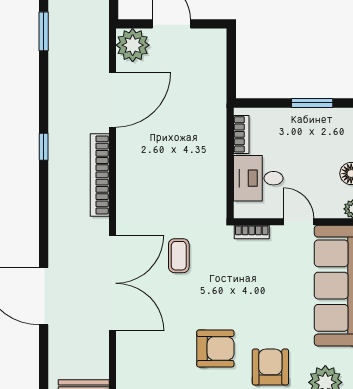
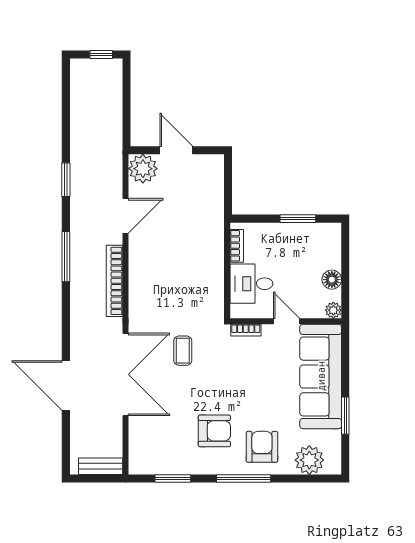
window: (44, 31) -> (66, 180), moved
door: (113, 100) -> (125, 216), width x0.73
window: (44, 147) -> (66, 257), width x2.17

